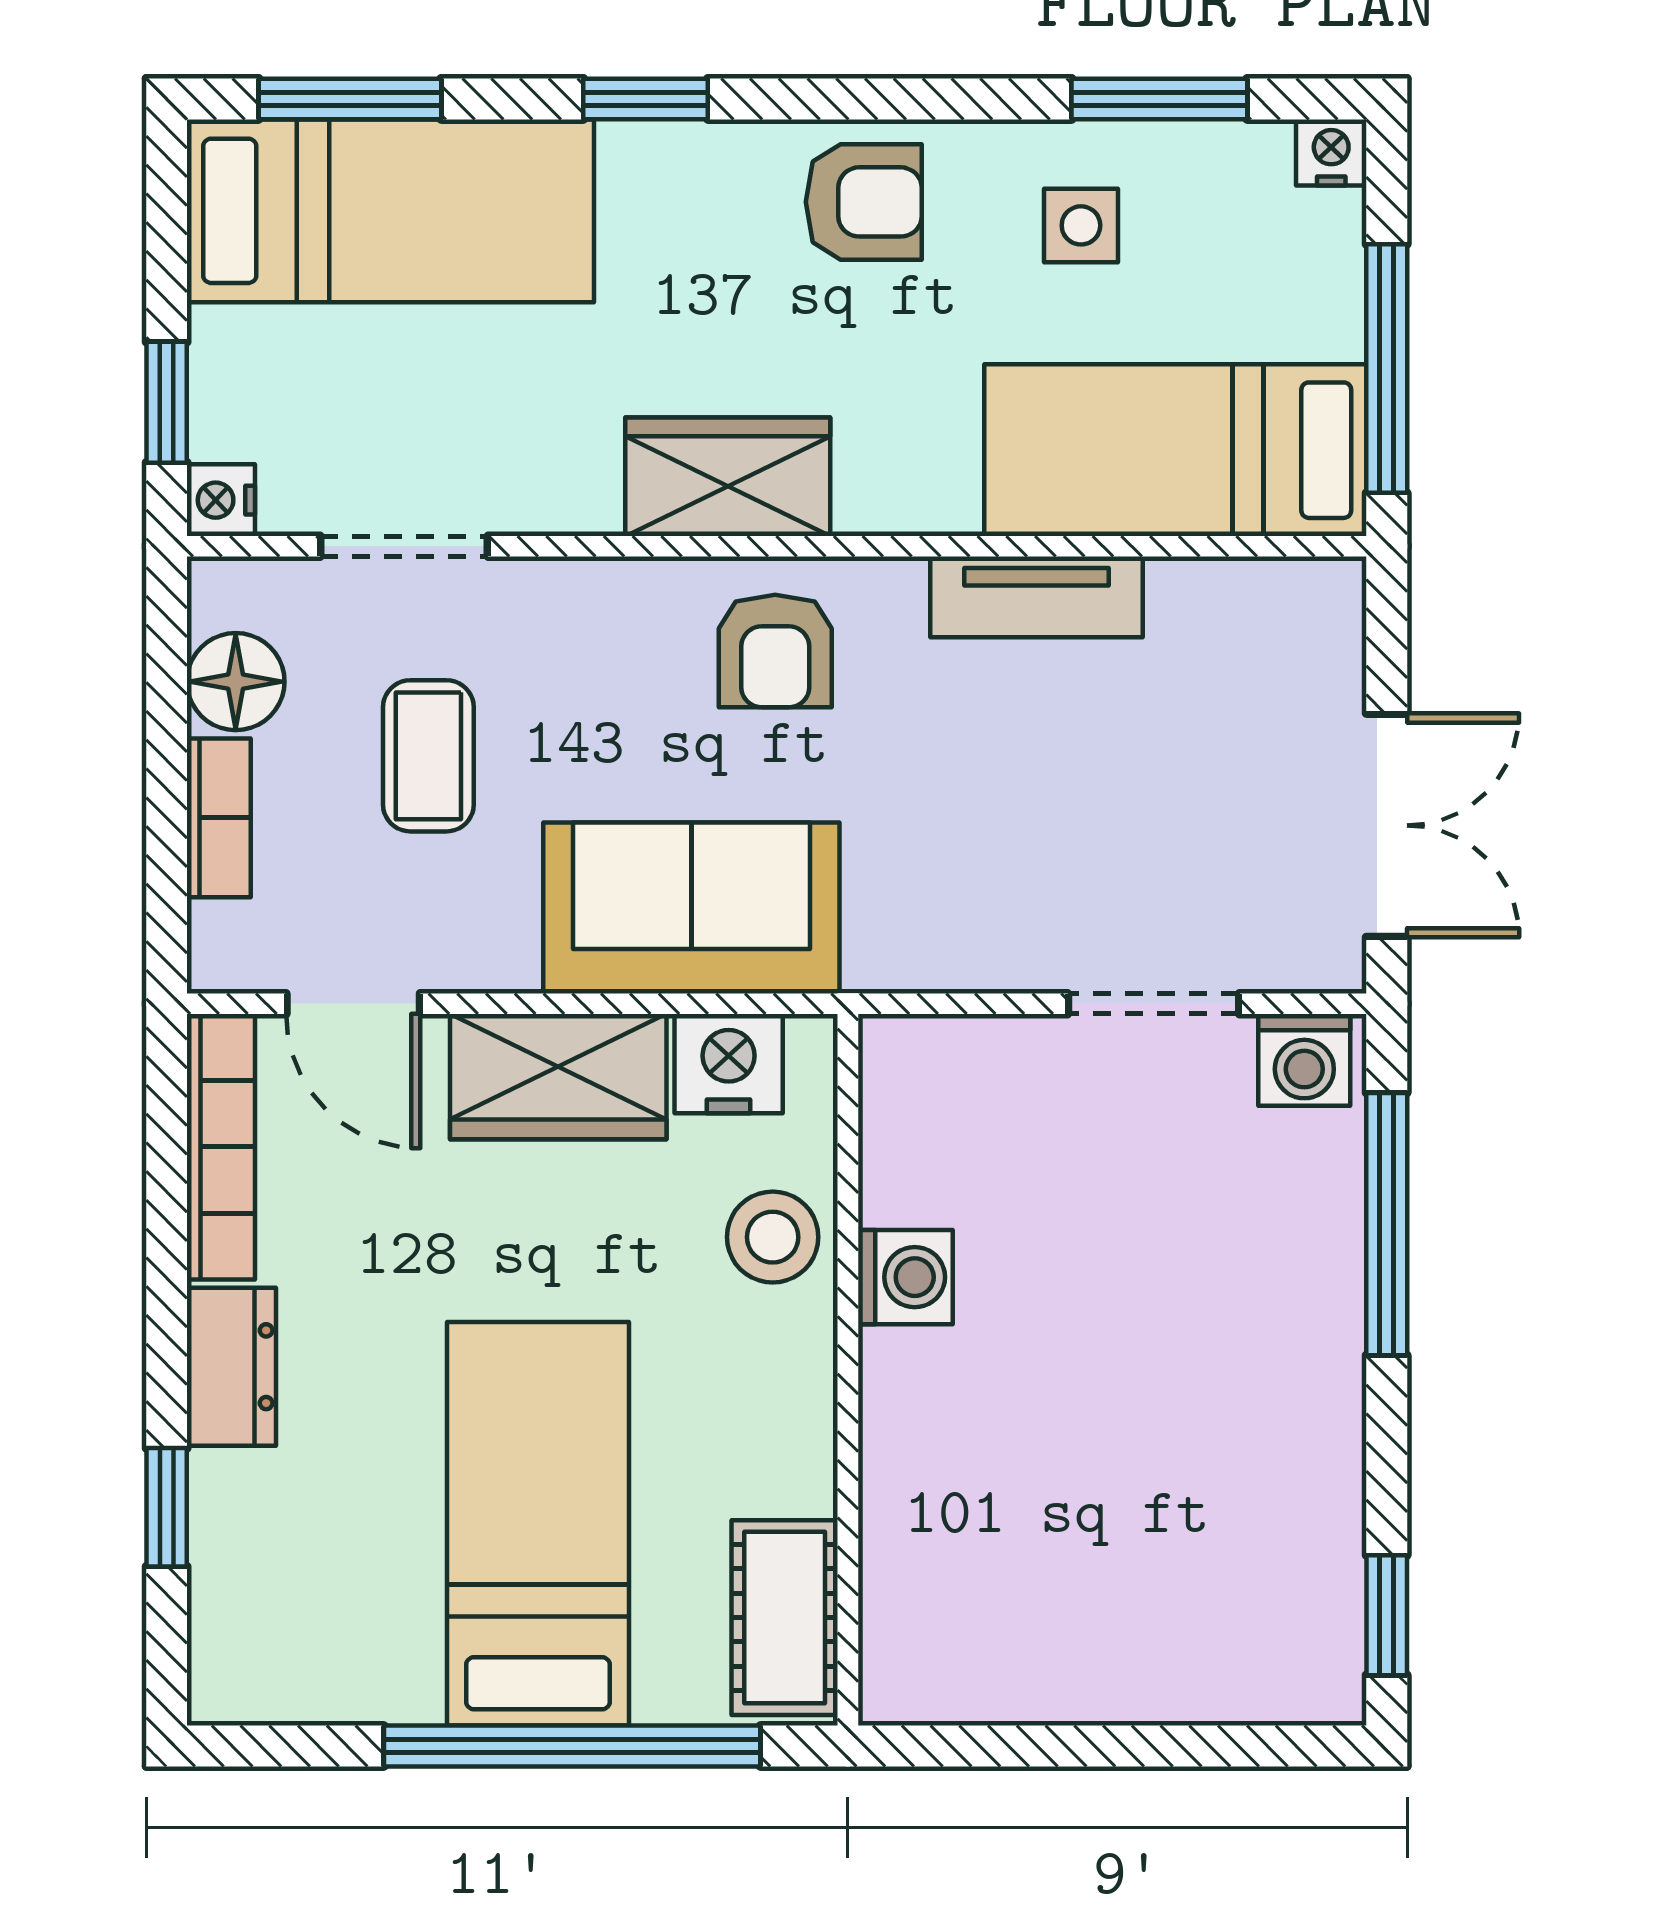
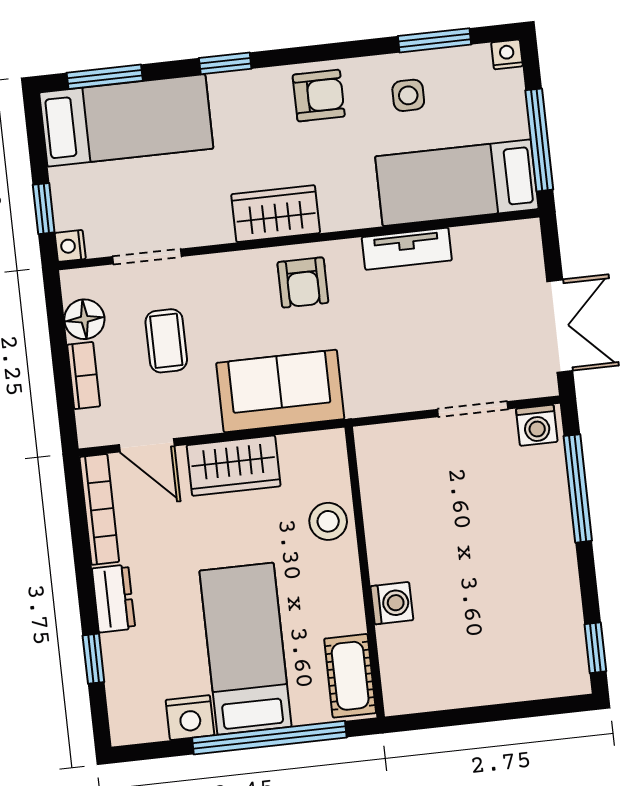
nightstand: (729, 1064) -> (190, 718), moved, turned 180
washing machine: (905, 1277) -> (392, 603), moved

